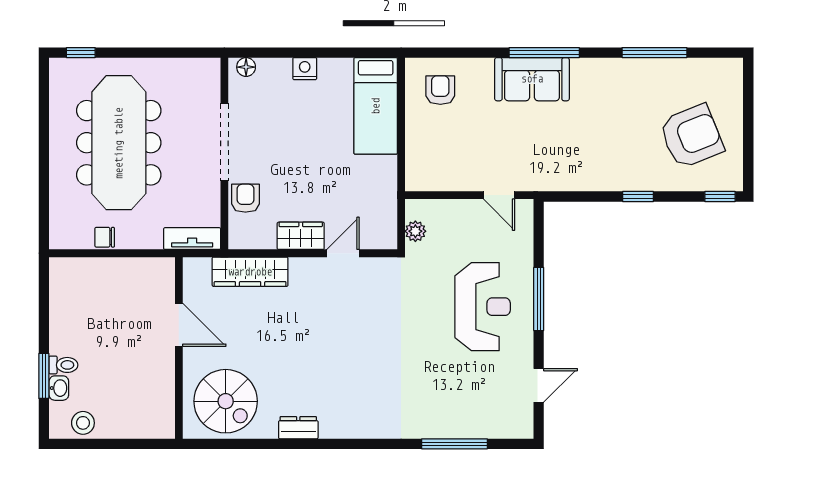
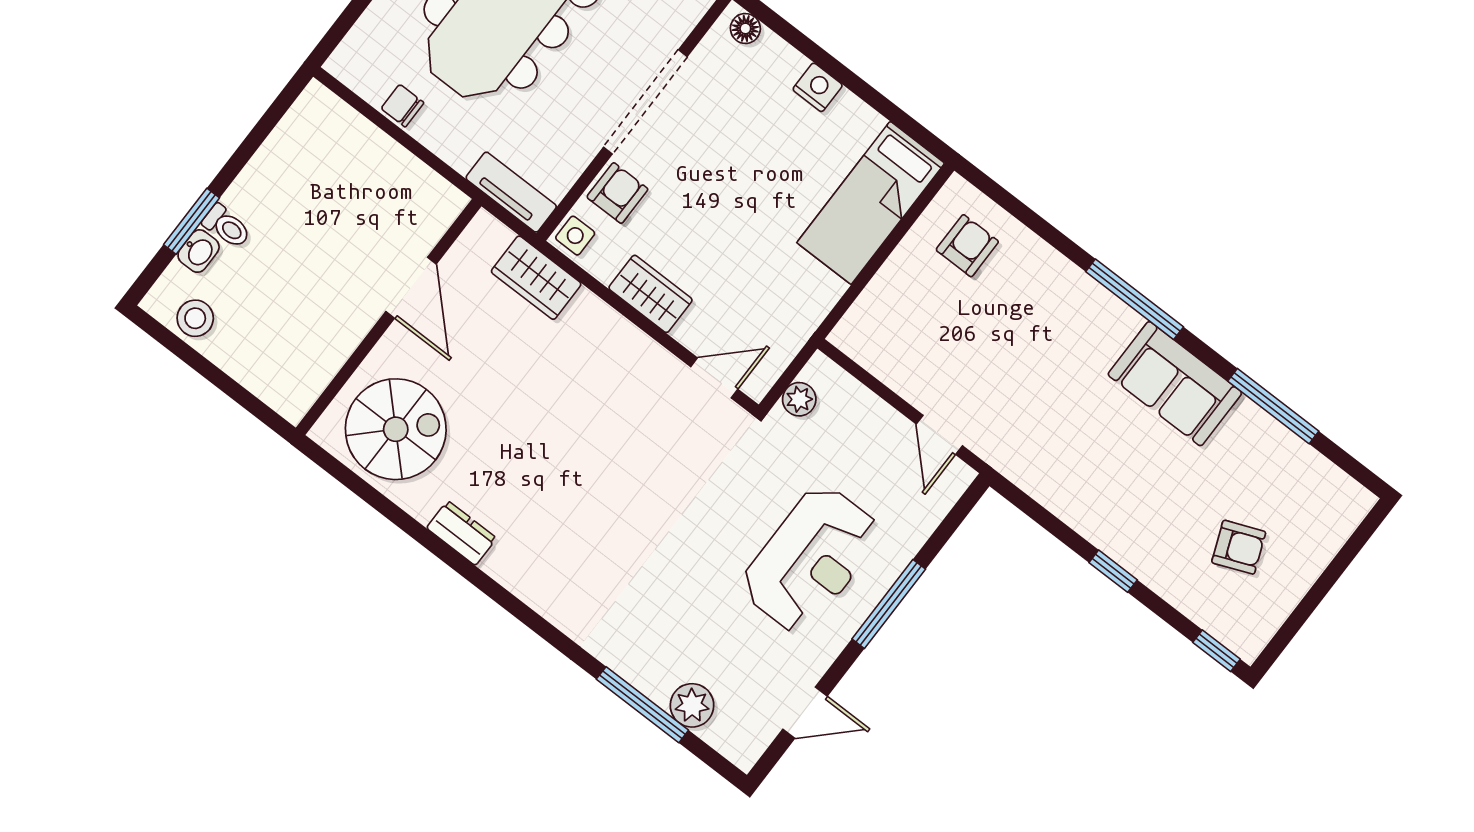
sofa: (532, 79) -> (1175, 384), moved
armchair: (691, 136) -> (1239, 547), width x0.53, depth x0.53
side table: (241, 236) -> (575, 236), added
door: (343, 253) -> (714, 378), moved
wardrobe: (250, 272) -> (536, 278), width x0.67
spiral stairs: (226, 401) -> (396, 429), turned -90
plant: (479, 425) -> (692, 705), added

